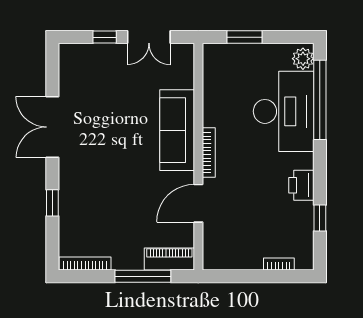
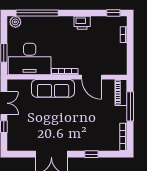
desk: (284, 111) -> (30, 59), moved, turned 180
window: (320, 218) -> (113, 13), moved

